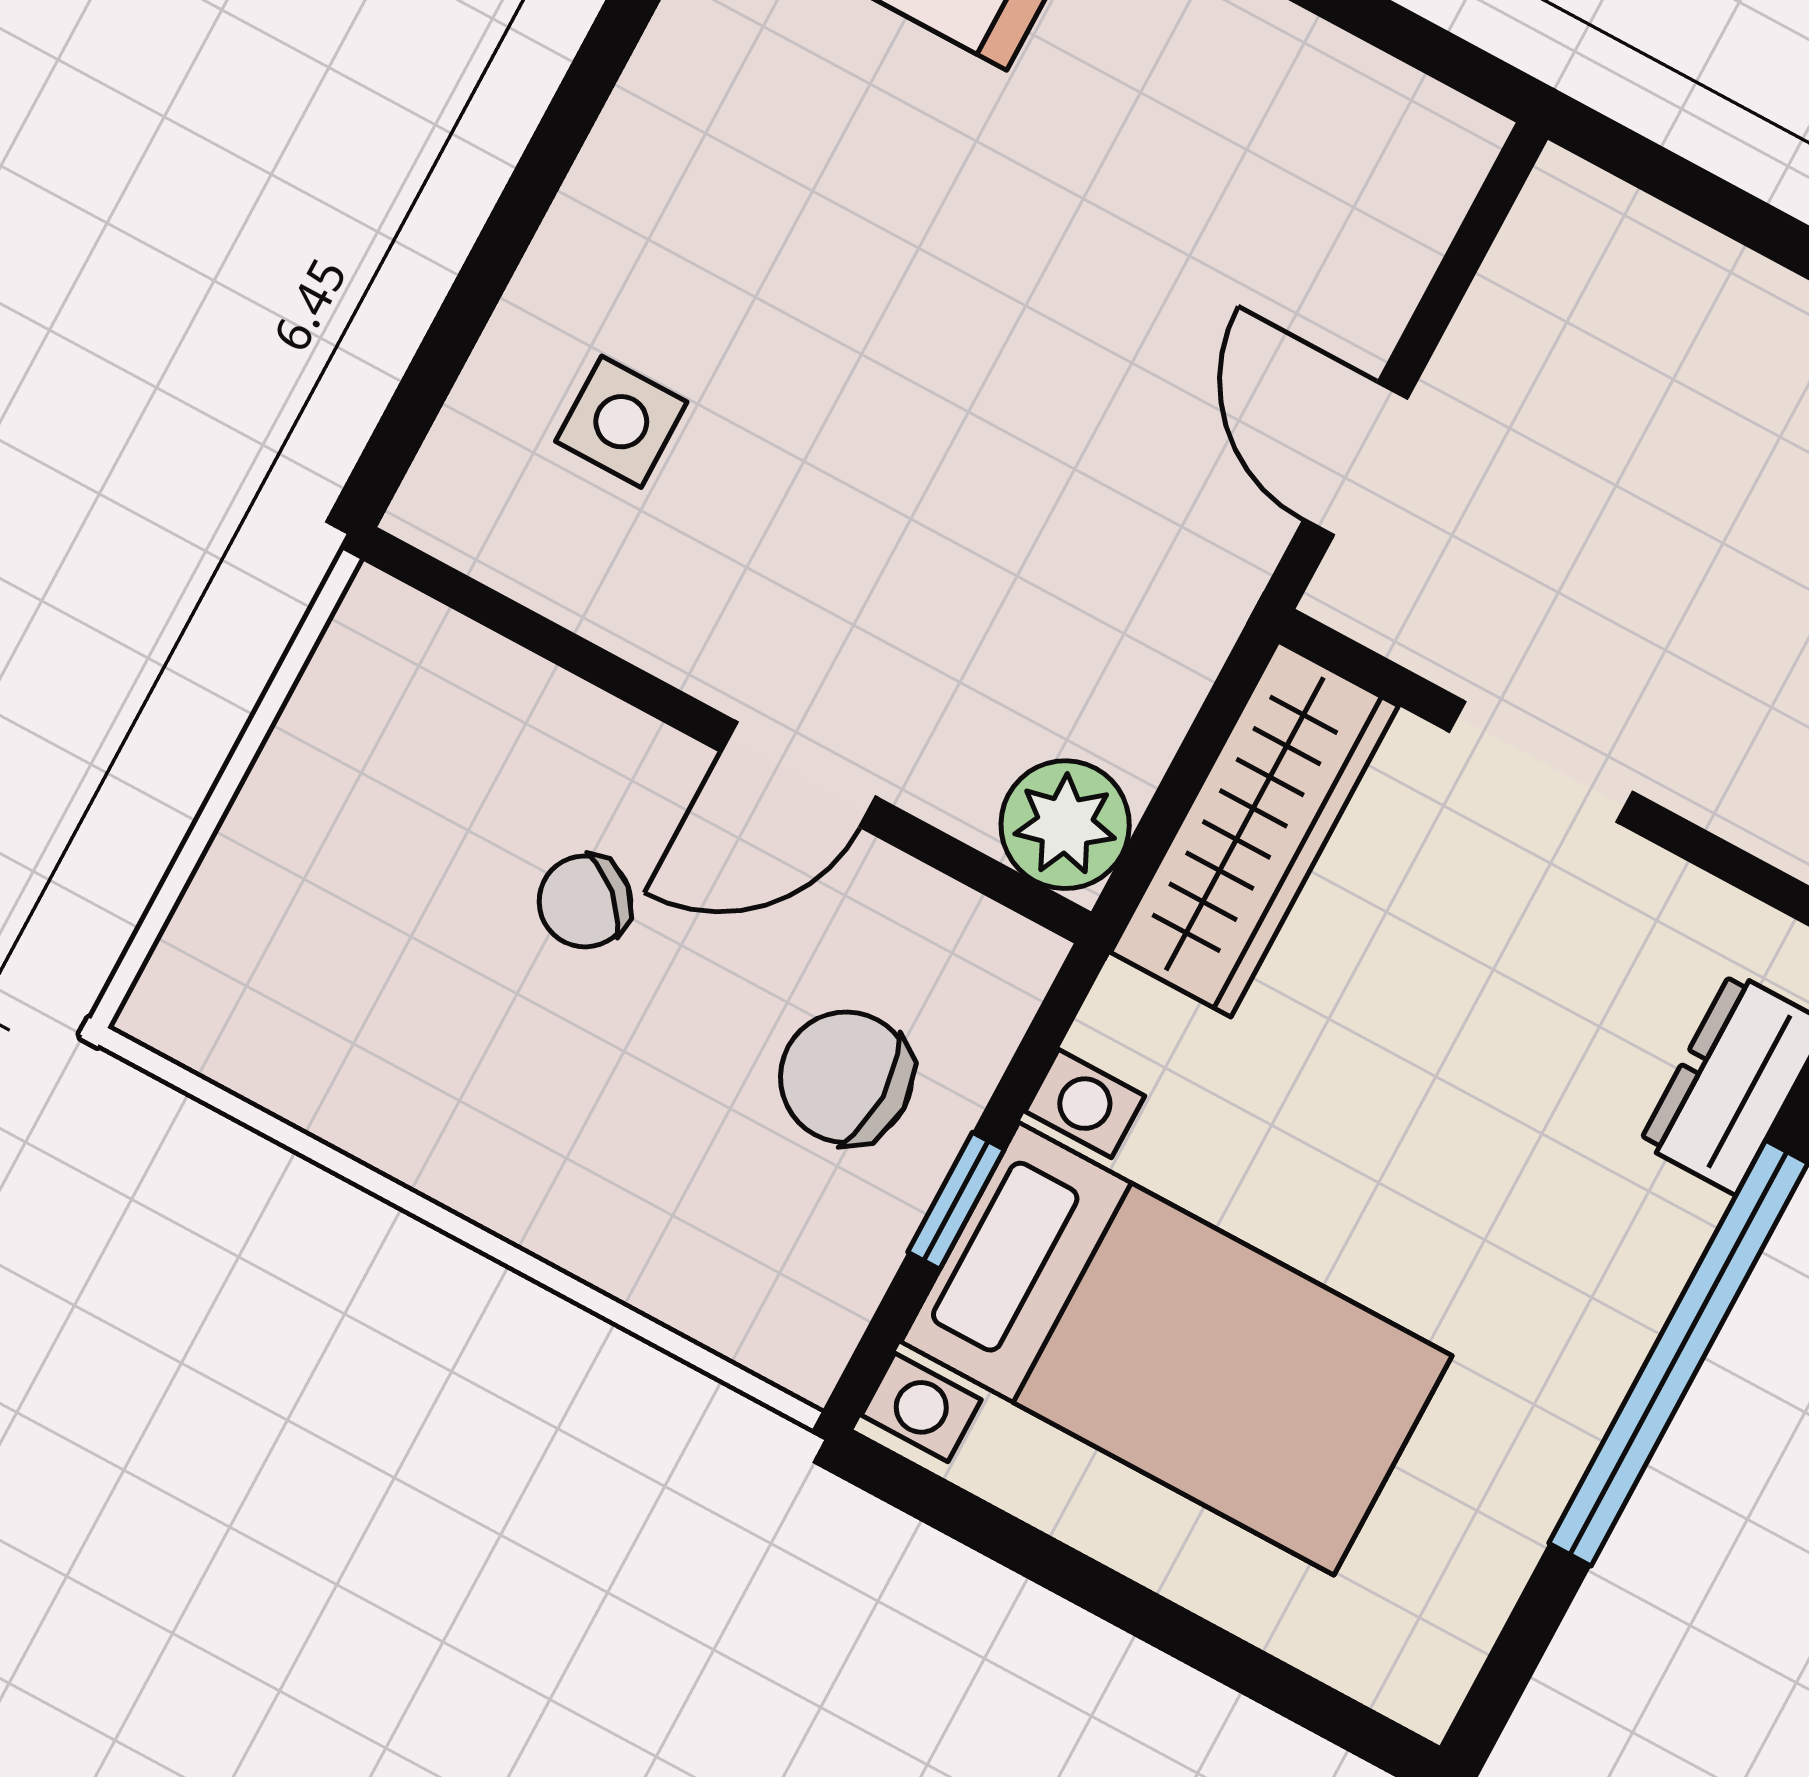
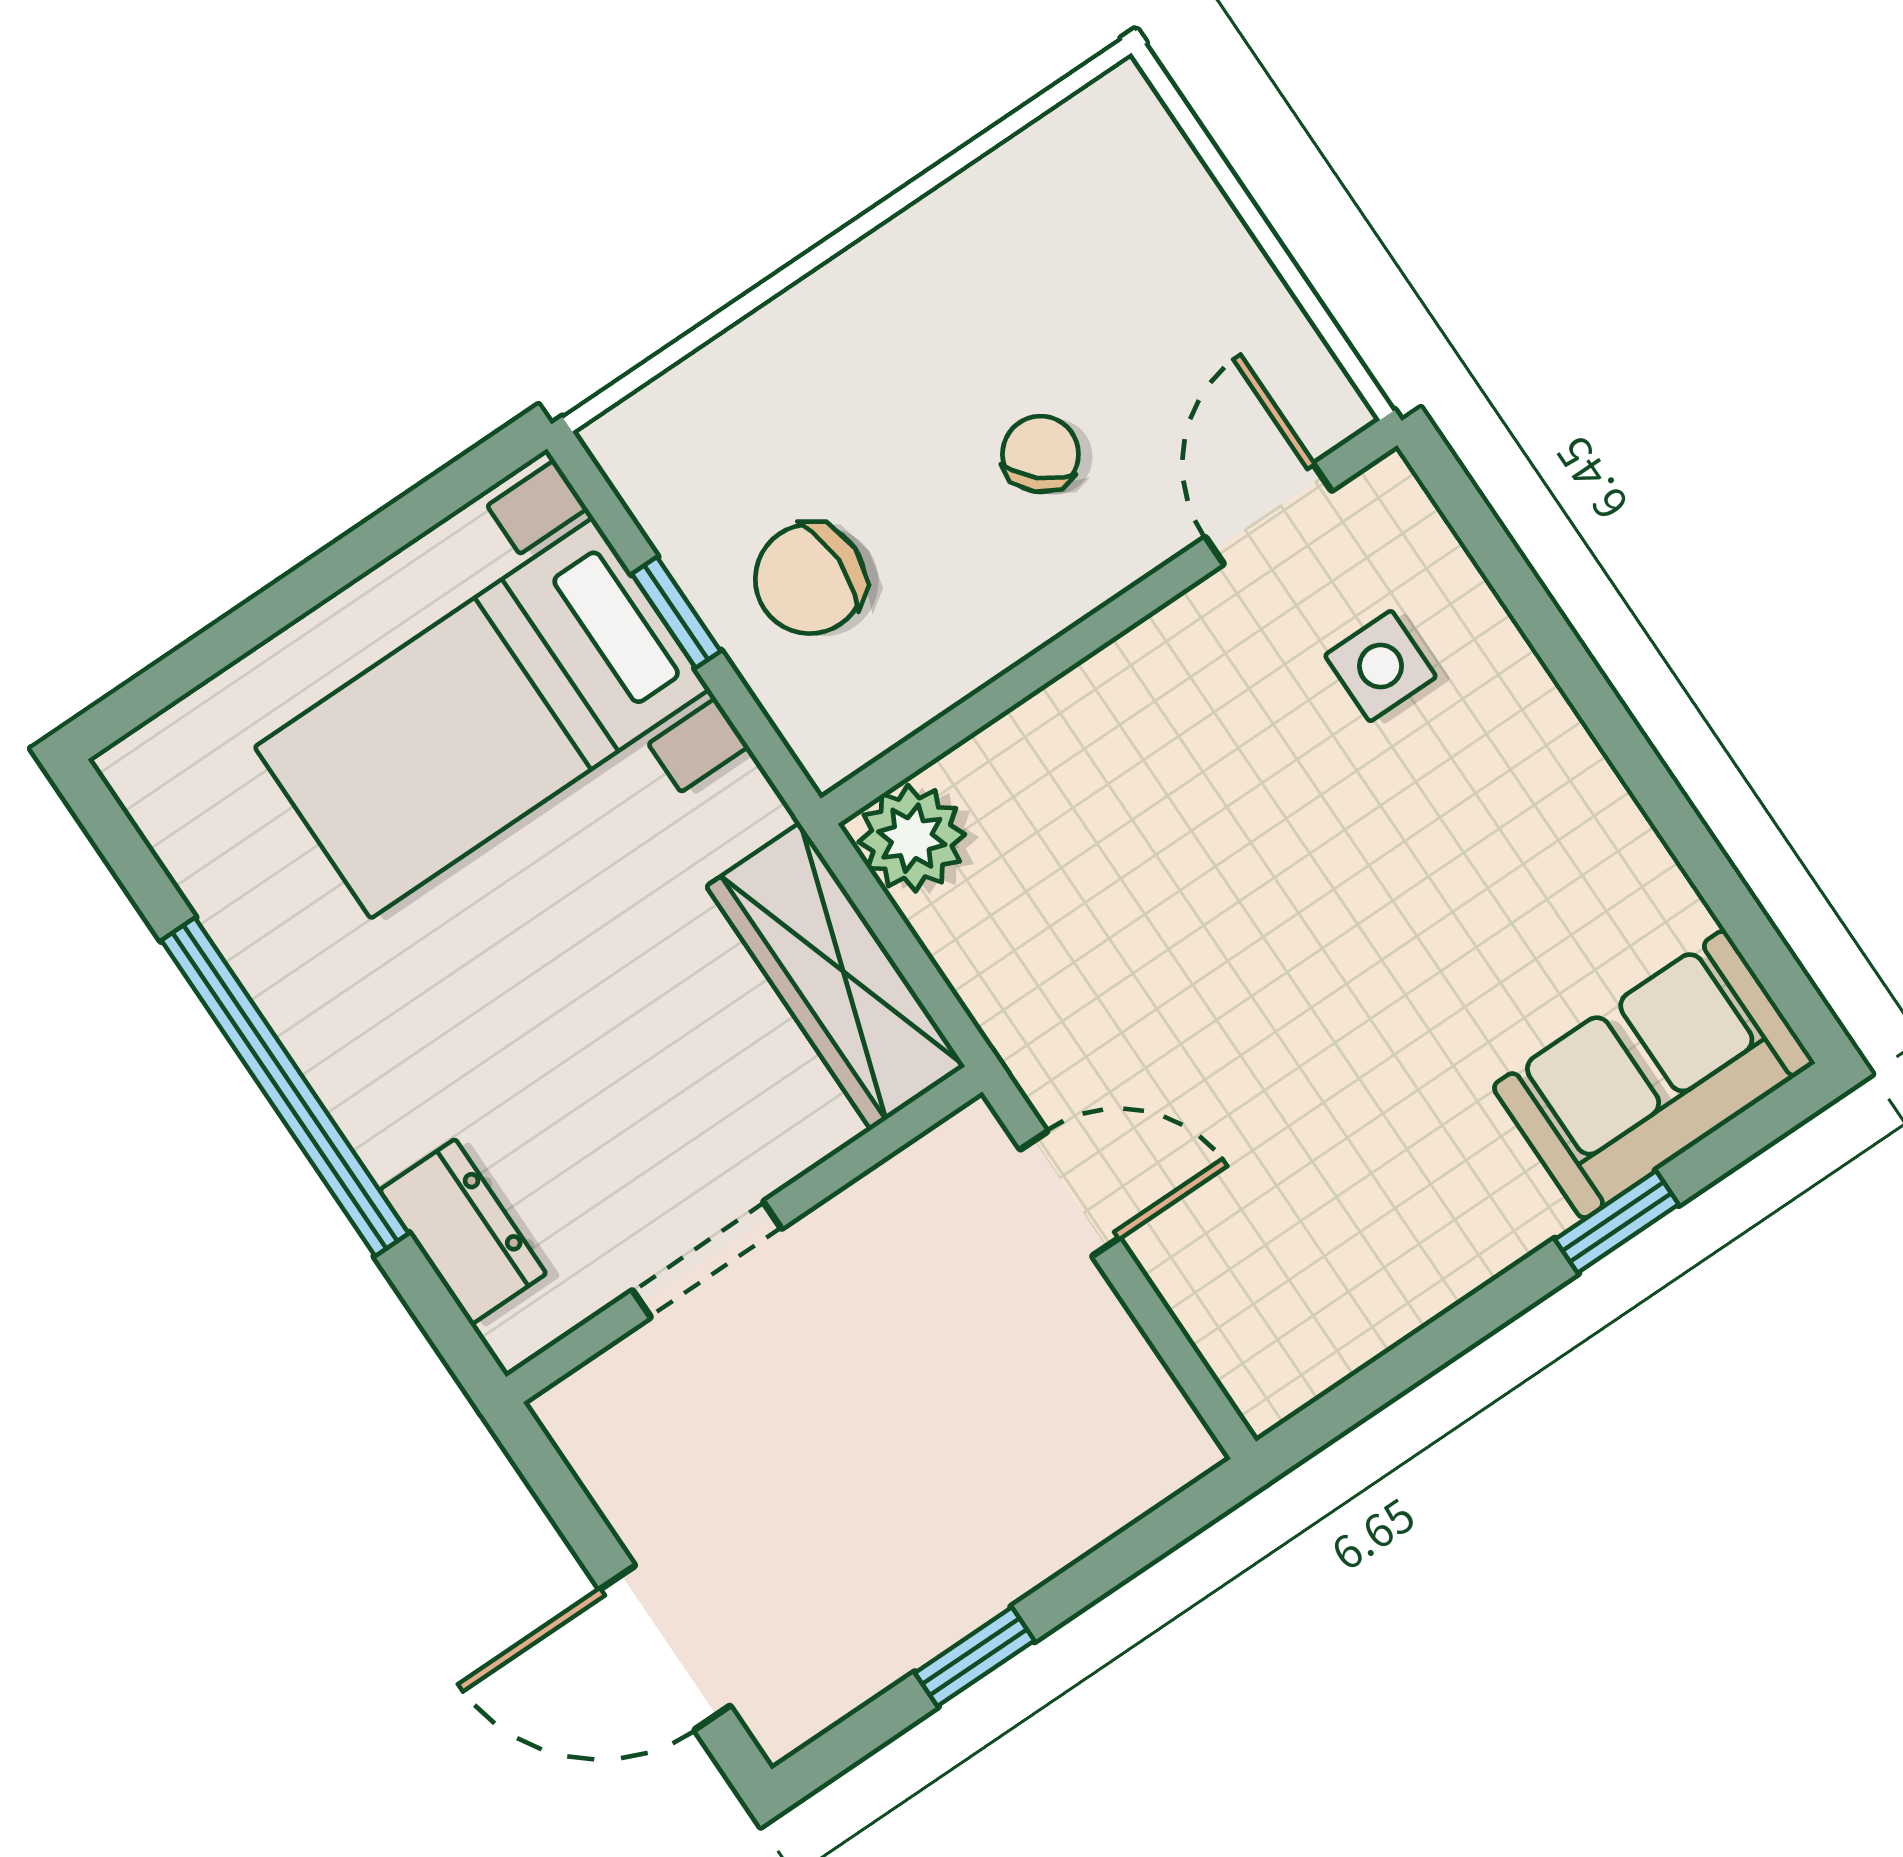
doorway: (1541, 762) -> (707, 1259), moved
door: (798, 774) -> (1269, 514), moved
chair: (846, 1077) -> (810, 579), turned 180

